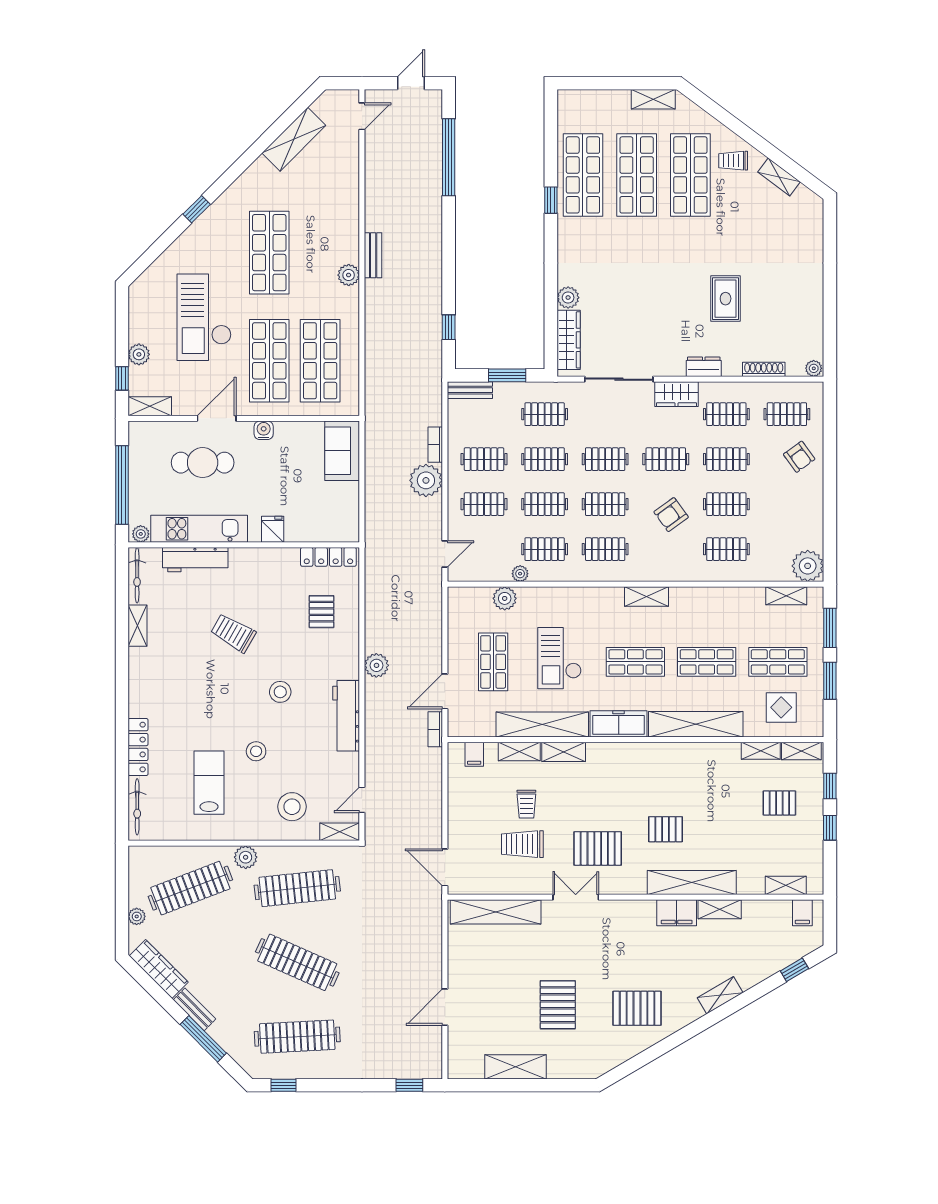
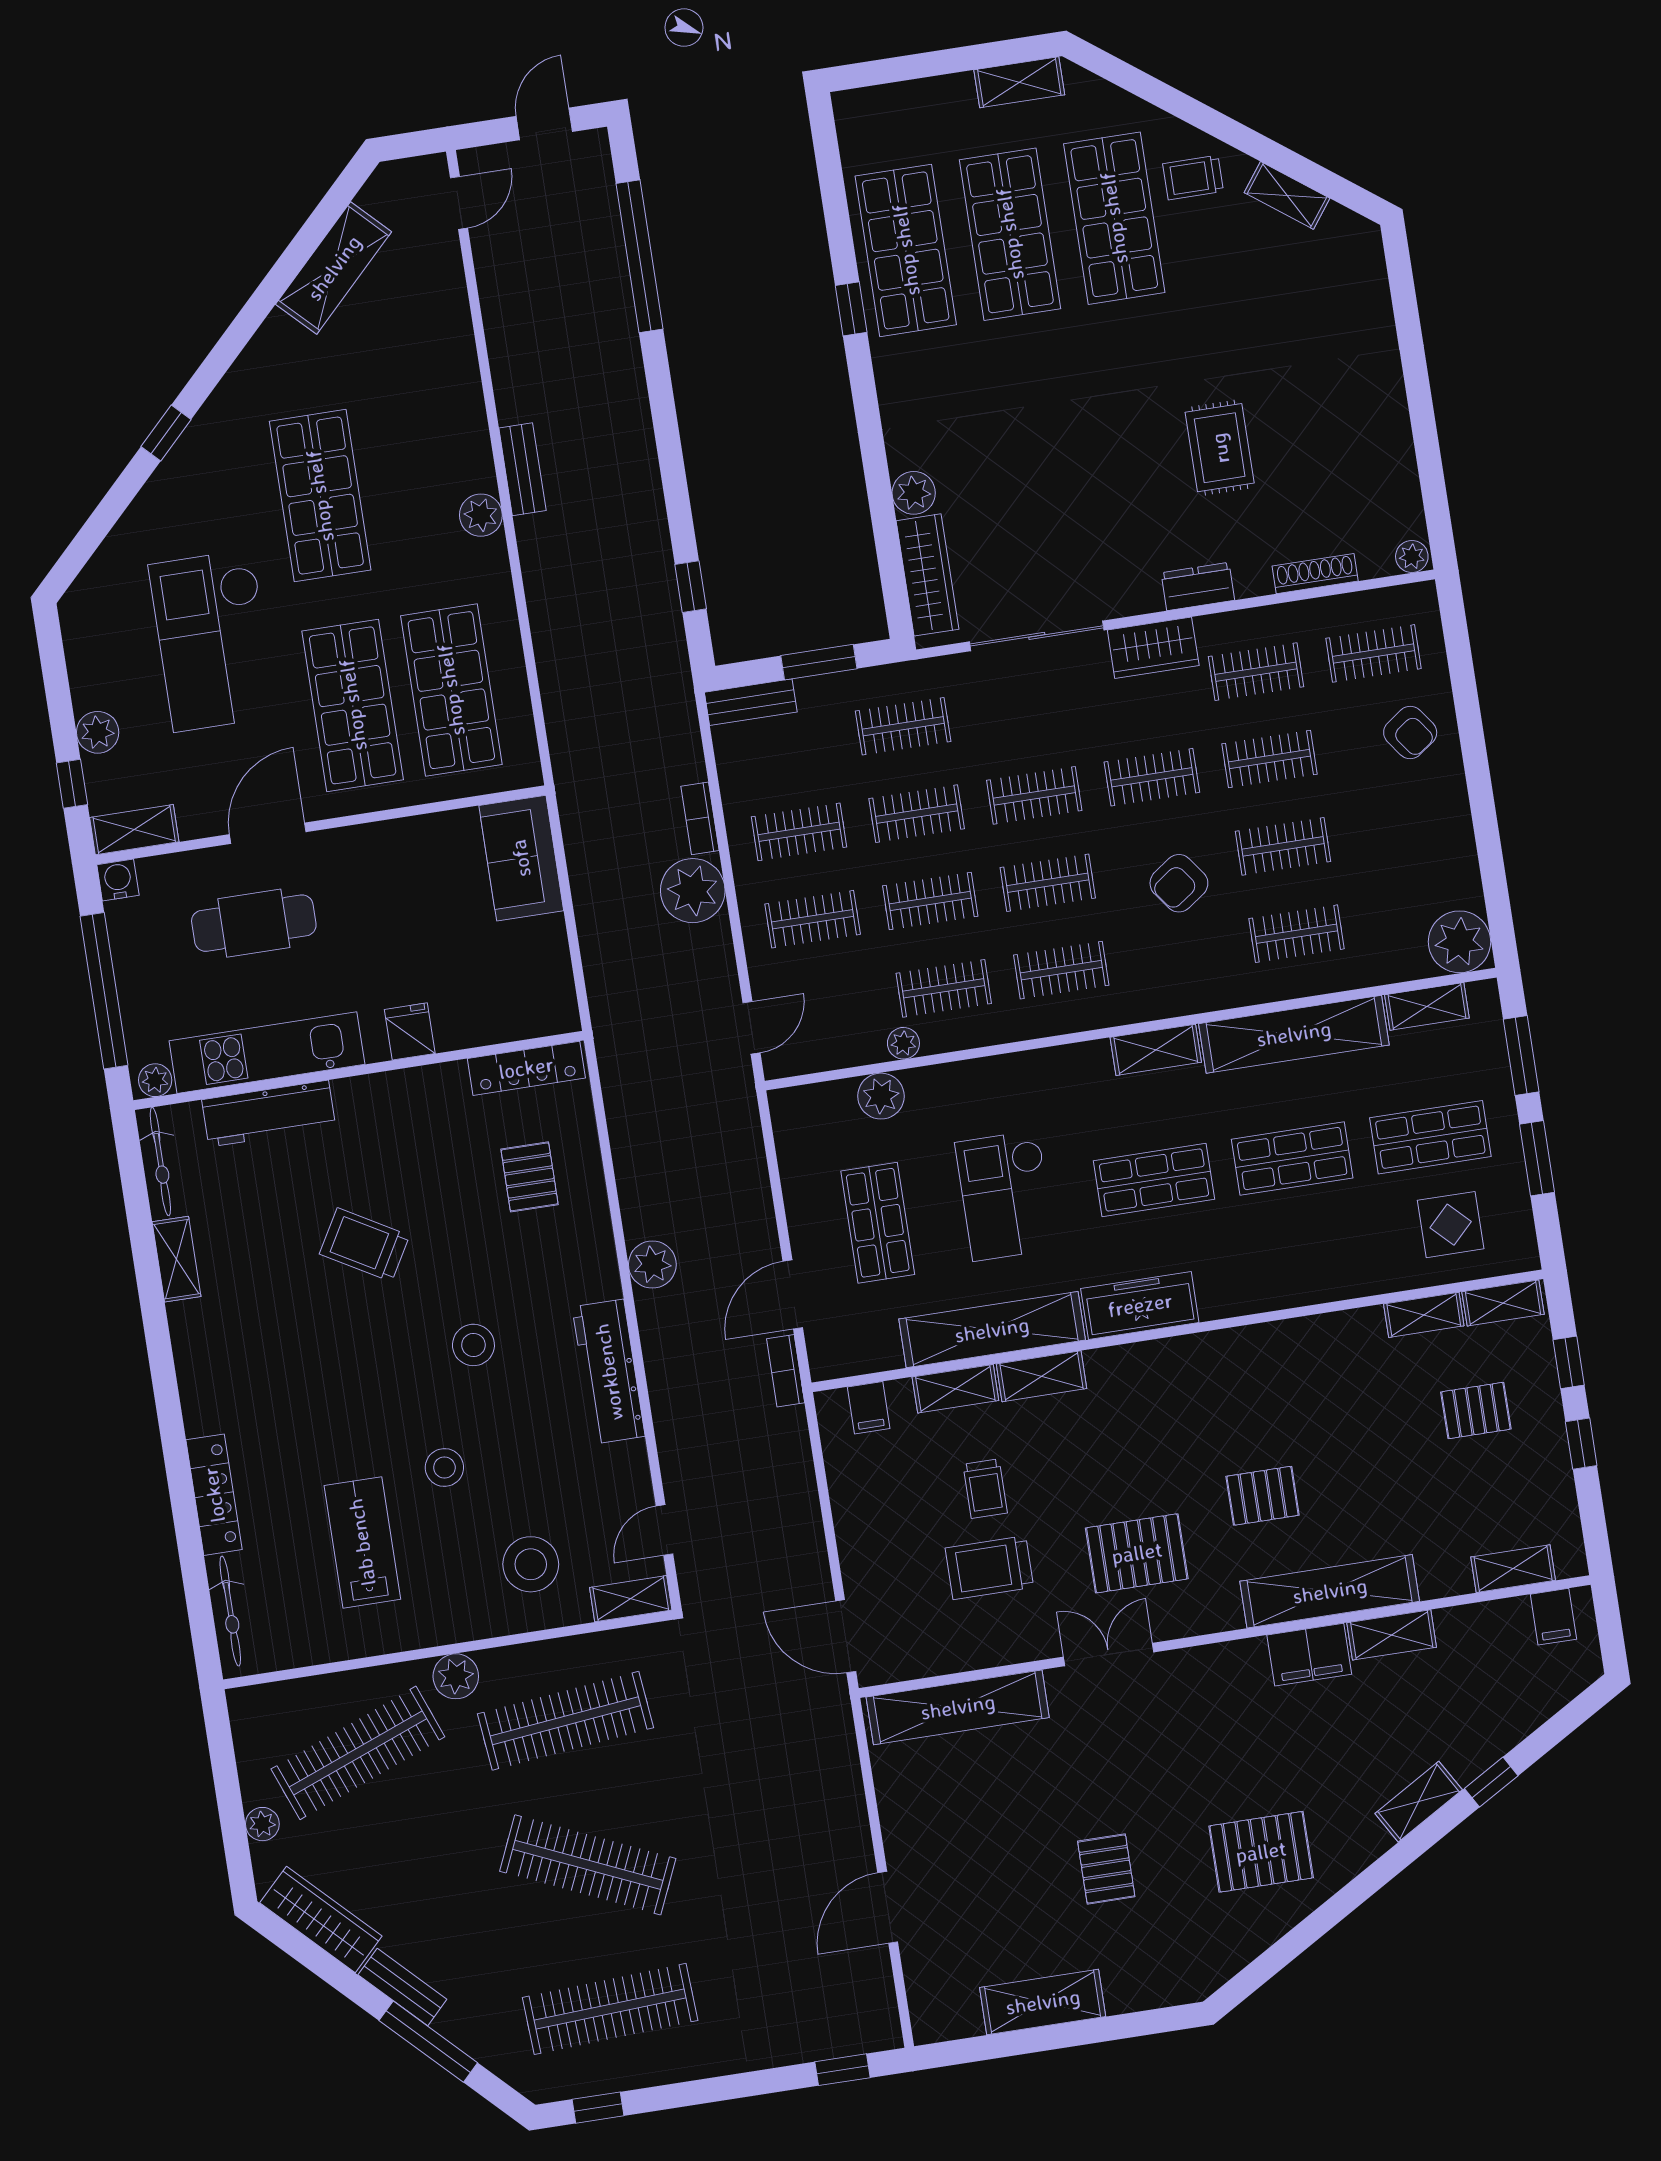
water cooler: (264, 430) -> (118, 880), moved
shelving: (696, 724) -> (1294, 1034), moved
window: (794, 970) -> (1491, 1782), moved
pallet: (558, 1005) -> (1106, 1869), width x0.67, depth x0.71

